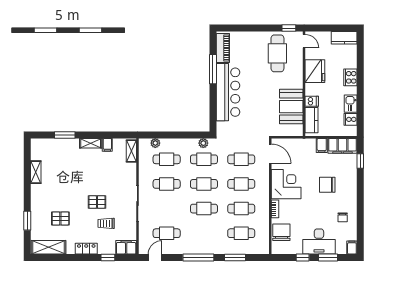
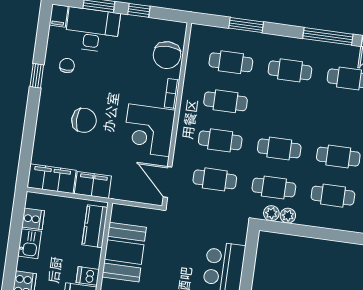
dishwasher: (312, 101) -> (88, 276), moved
plant: (155, 143) -> (288, 216), moved
filing cabinet: (322, 145) -> (93, 185), width x2.00
window: (360, 161) -> (37, 76), moved
cafe table: (204, 209) -> (290, 70), moved
desk: (319, 242) -> (92, 30), moved
window: (198, 258) -> (328, 36), moved

